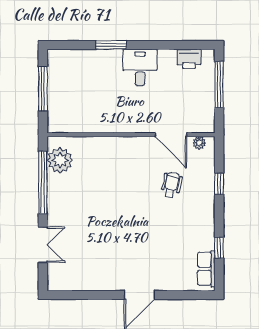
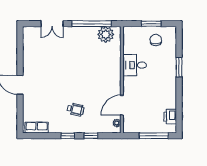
desk: (140, 67) -> (135, 65), moved, turned 180
chair: (69, 81) -> (156, 40), added
window: (43, 89) -> (151, 24), width x0.69
wheelchair: (171, 185) -> (76, 110), moved
window: (219, 248) -> (68, 136), moved

